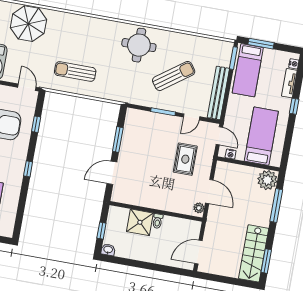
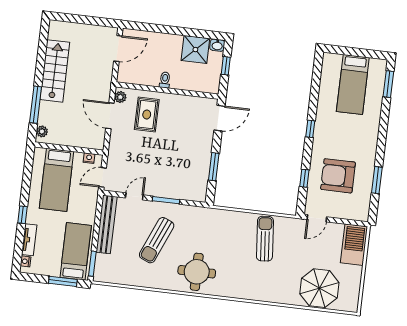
sun lounger: (75, 71) -> (265, 239), turned -95
sun lounger: (174, 76) -> (157, 240), turned -31
door: (27, 87) -> (317, 218), hinge flipped
door: (219, 136) -> (103, 177), hinge flipped
rug: (185, 159) -> (147, 115), moved
door: (112, 173) -> (220, 118), moved
plant: (267, 180) -> (42, 131), width x0.53, depth x0.53
shower: (140, 222) -> (195, 50), moved
stairs: (254, 253) -> (55, 71), moved
window: (266, 261) -> (43, 43), removed

